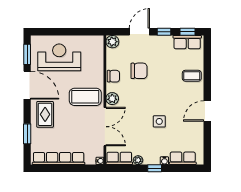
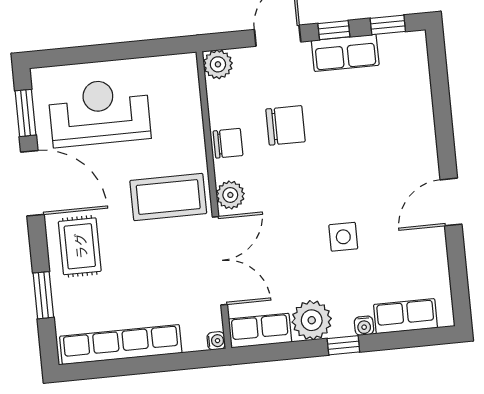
row of seats: (187, 42) -> (345, 53), moved
coffee table: (192, 76) -> (408, 125), removed
plant: (138, 160) -> (312, 320), width x1.87, depth x1.87

